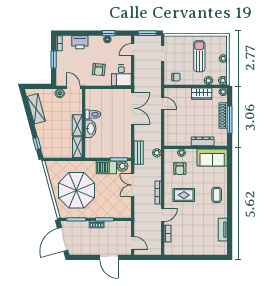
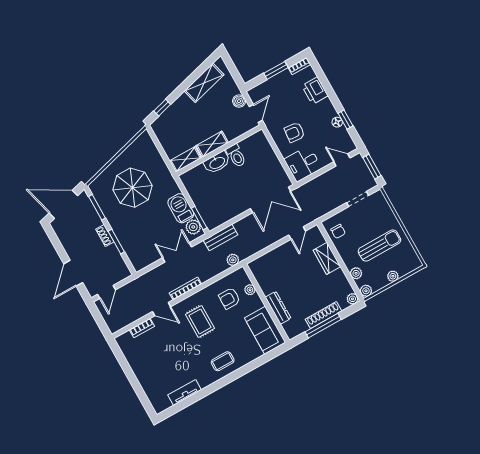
wardrobe: (202, 94) -> (327, 258), moved
parasol: (76, 190) -> (132, 188), width x0.73, depth x0.73

